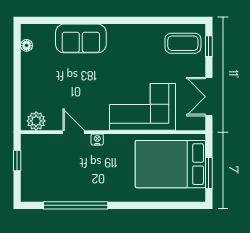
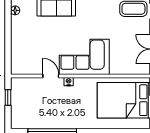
corner sofa: (142, 107) -> (84, 57), moved
plant: (36, 121) -> (22, 68), removed

